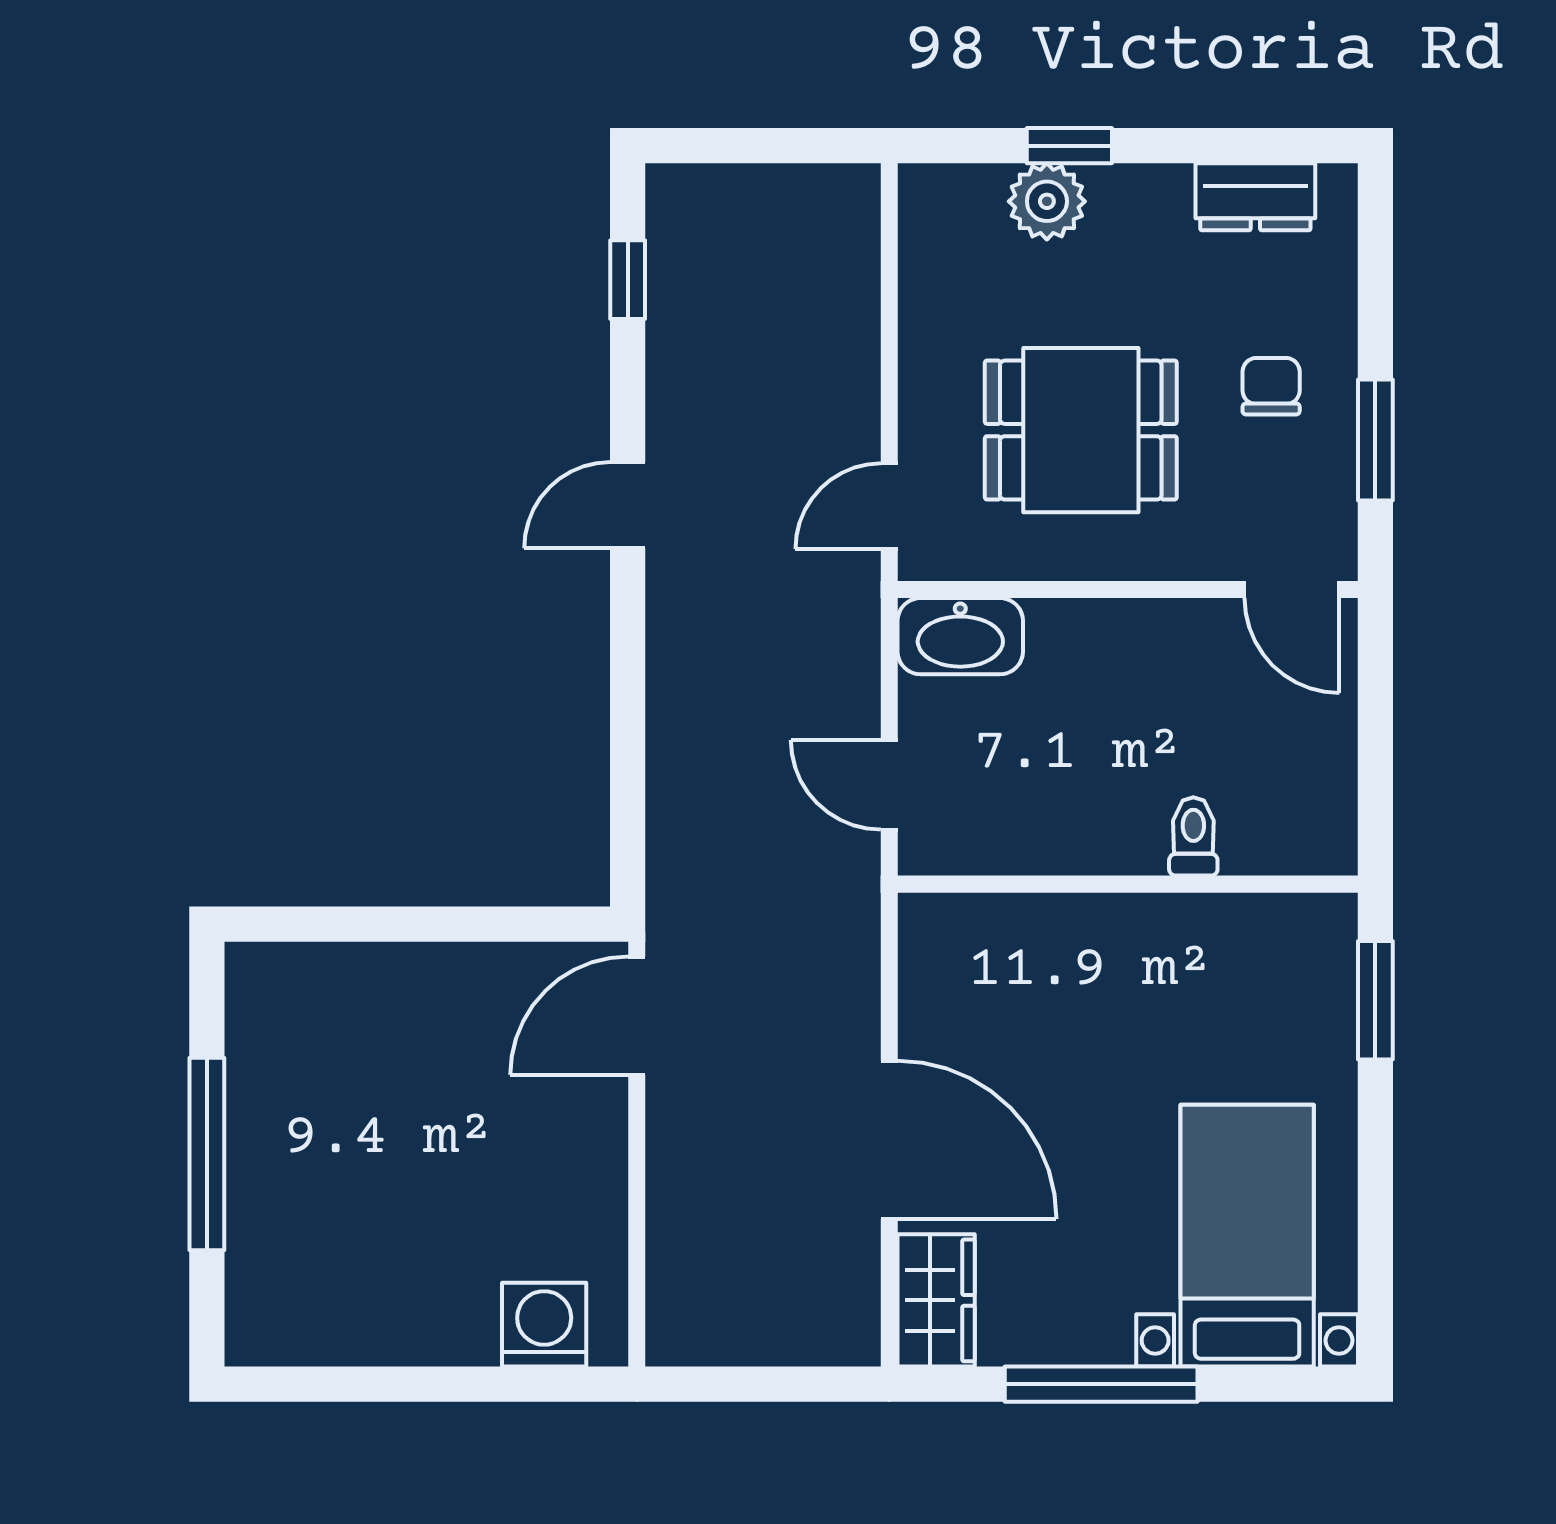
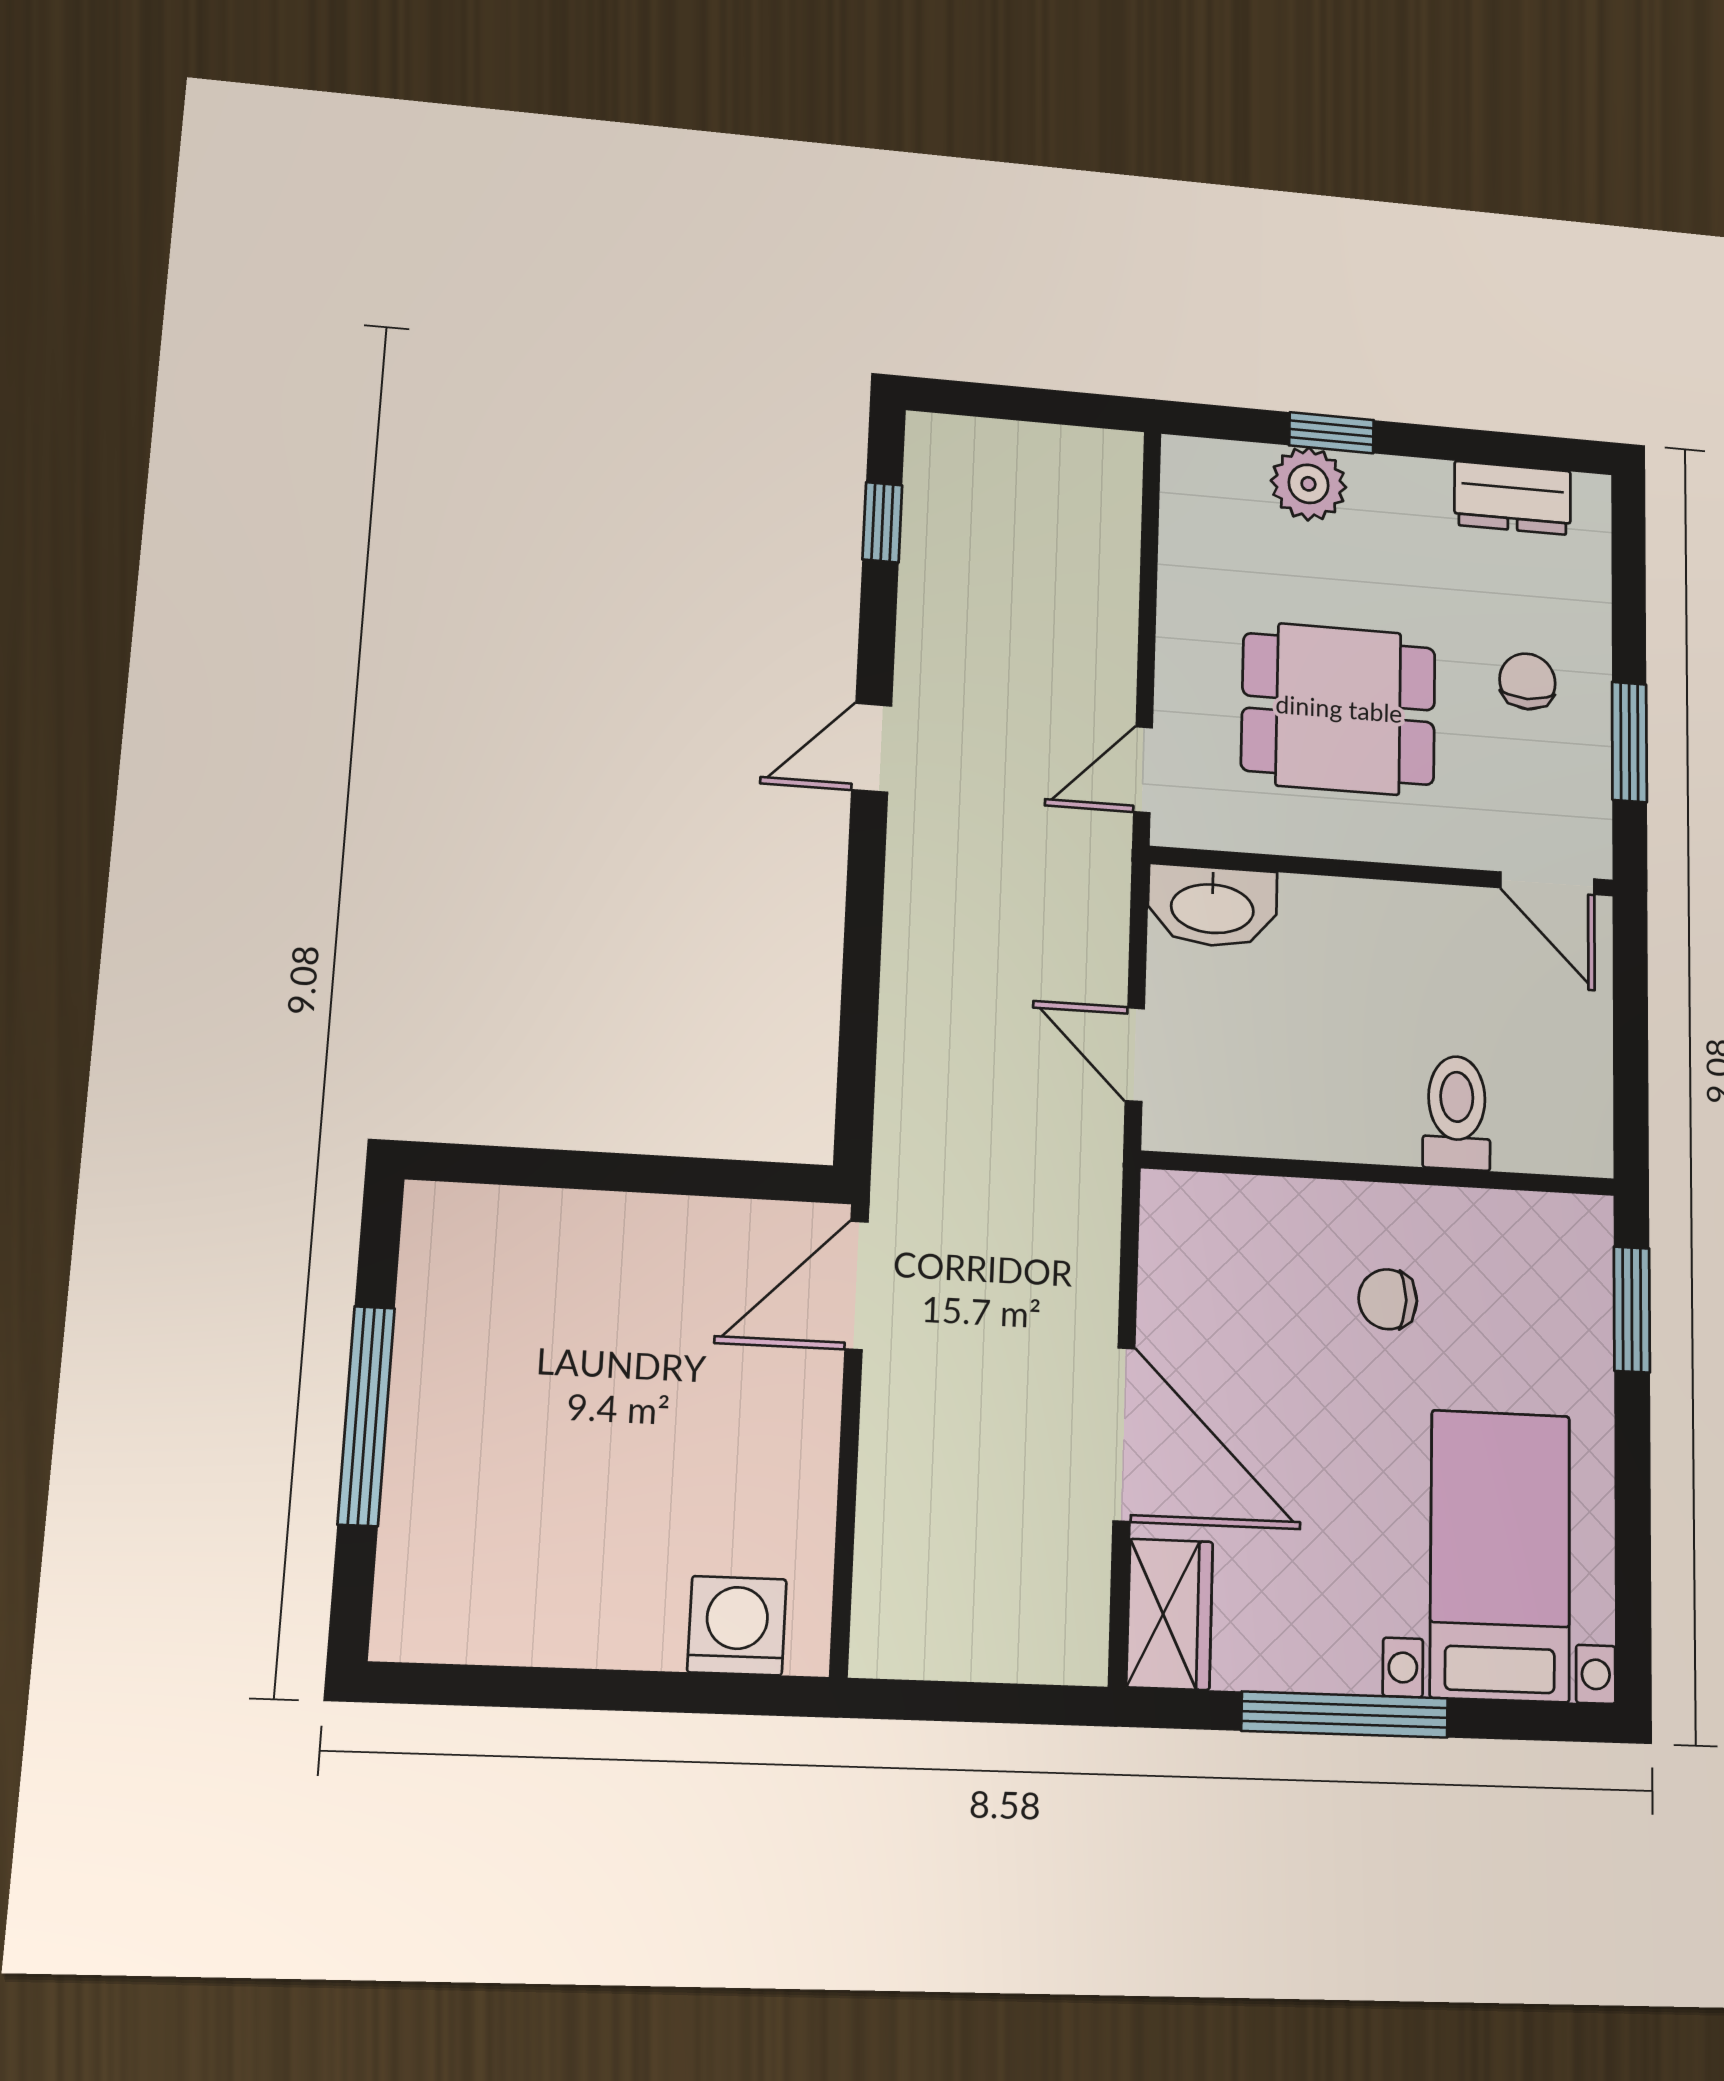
toilet: (1193, 836) -> (1457, 1113), width x1.37, depth x1.39
chair: (1137, 1003) -> (1388, 1299), added

